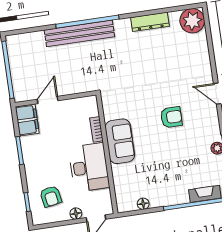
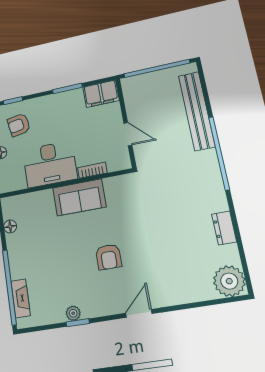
dresser: (150, 22) -> (224, 228), width x0.70
bench: (79, 33) -> (197, 111), moved
door: (48, 100) -> (128, 134), moved

